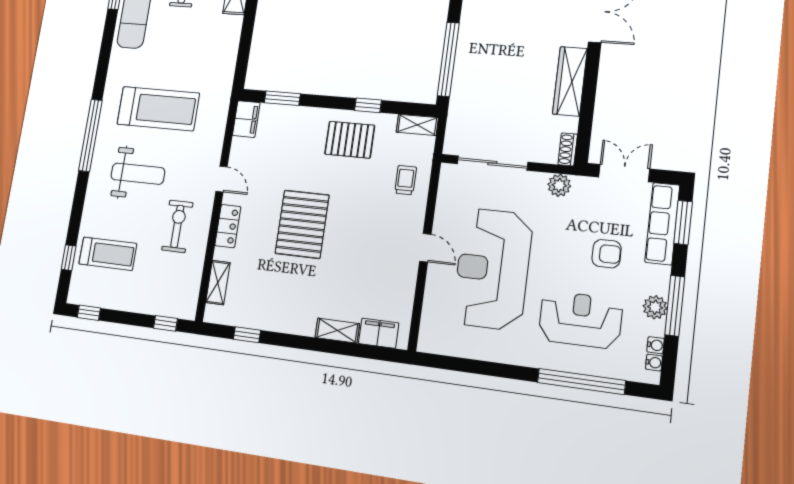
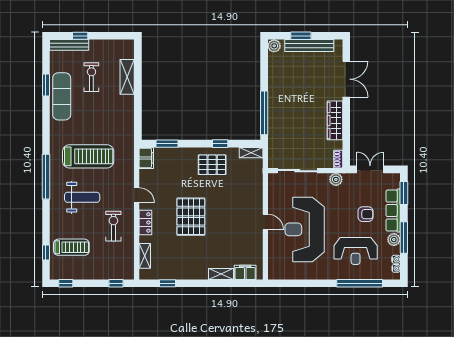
trolley: (406, 180) -> (249, 185), removed
row of seats: (662, 224) -> (393, 211), moved
reception desk: (580, 320) -> (356, 251), turned 180

